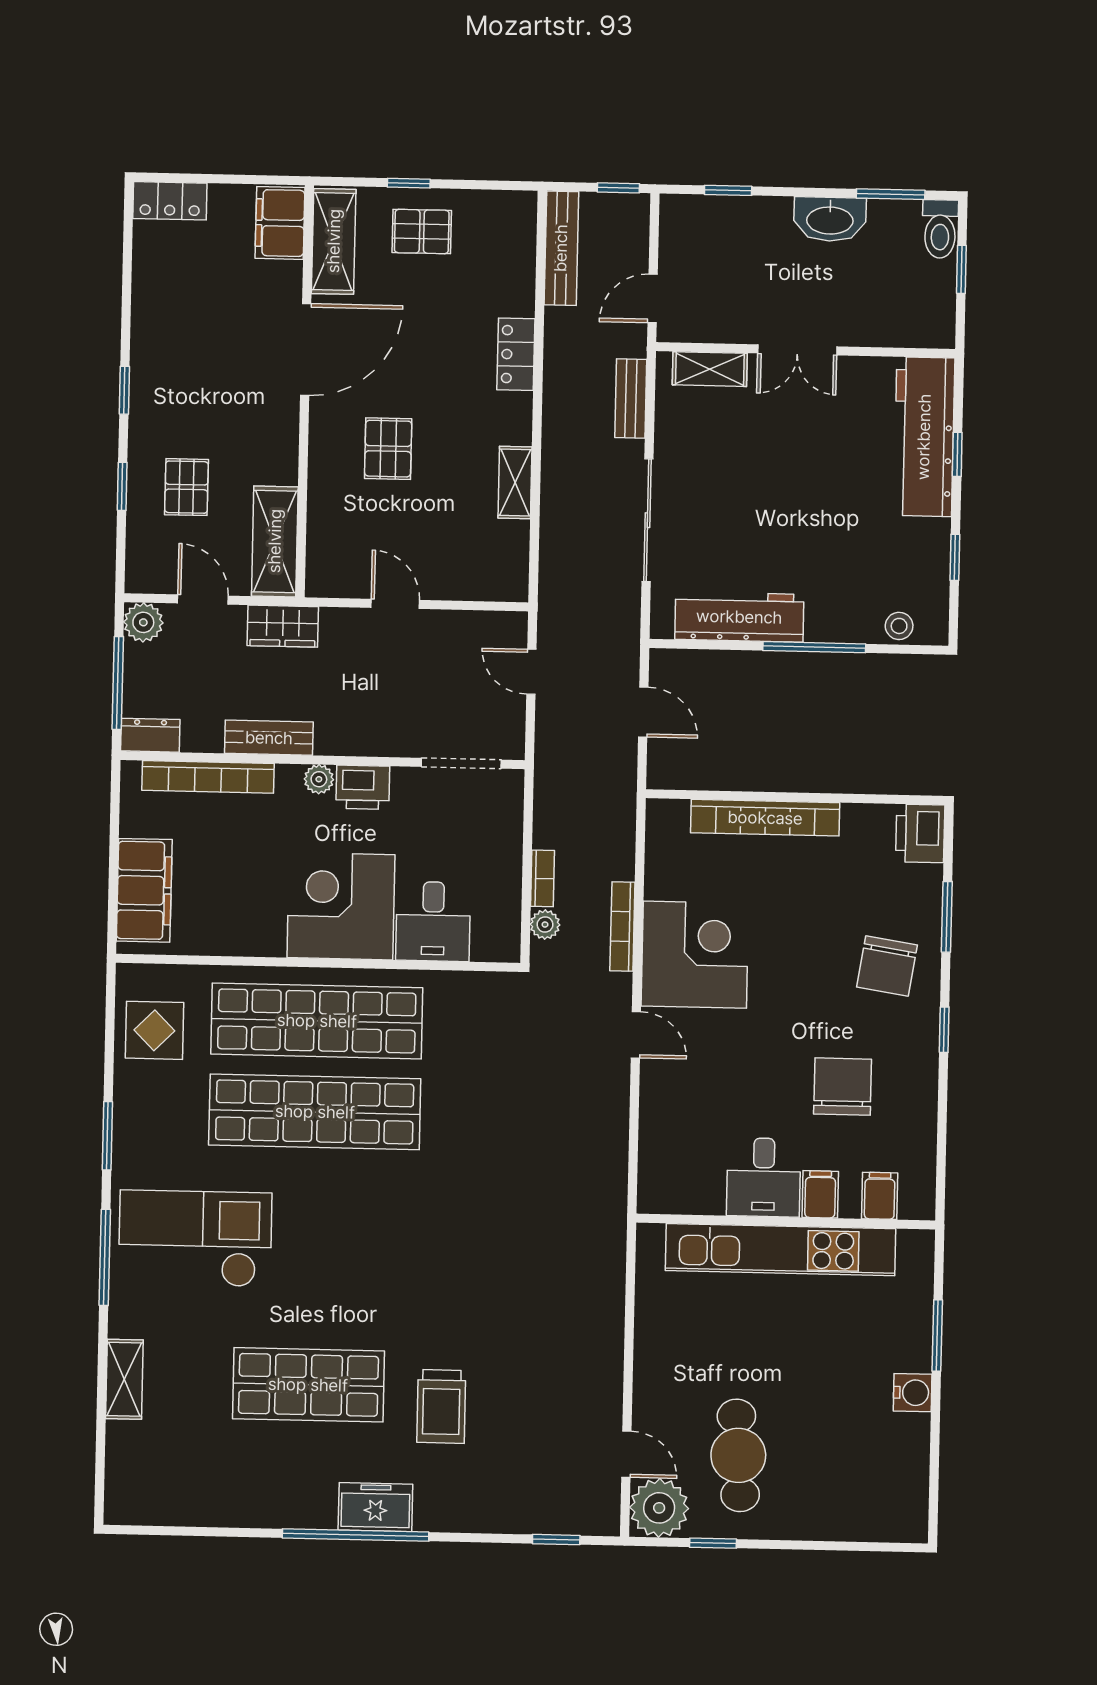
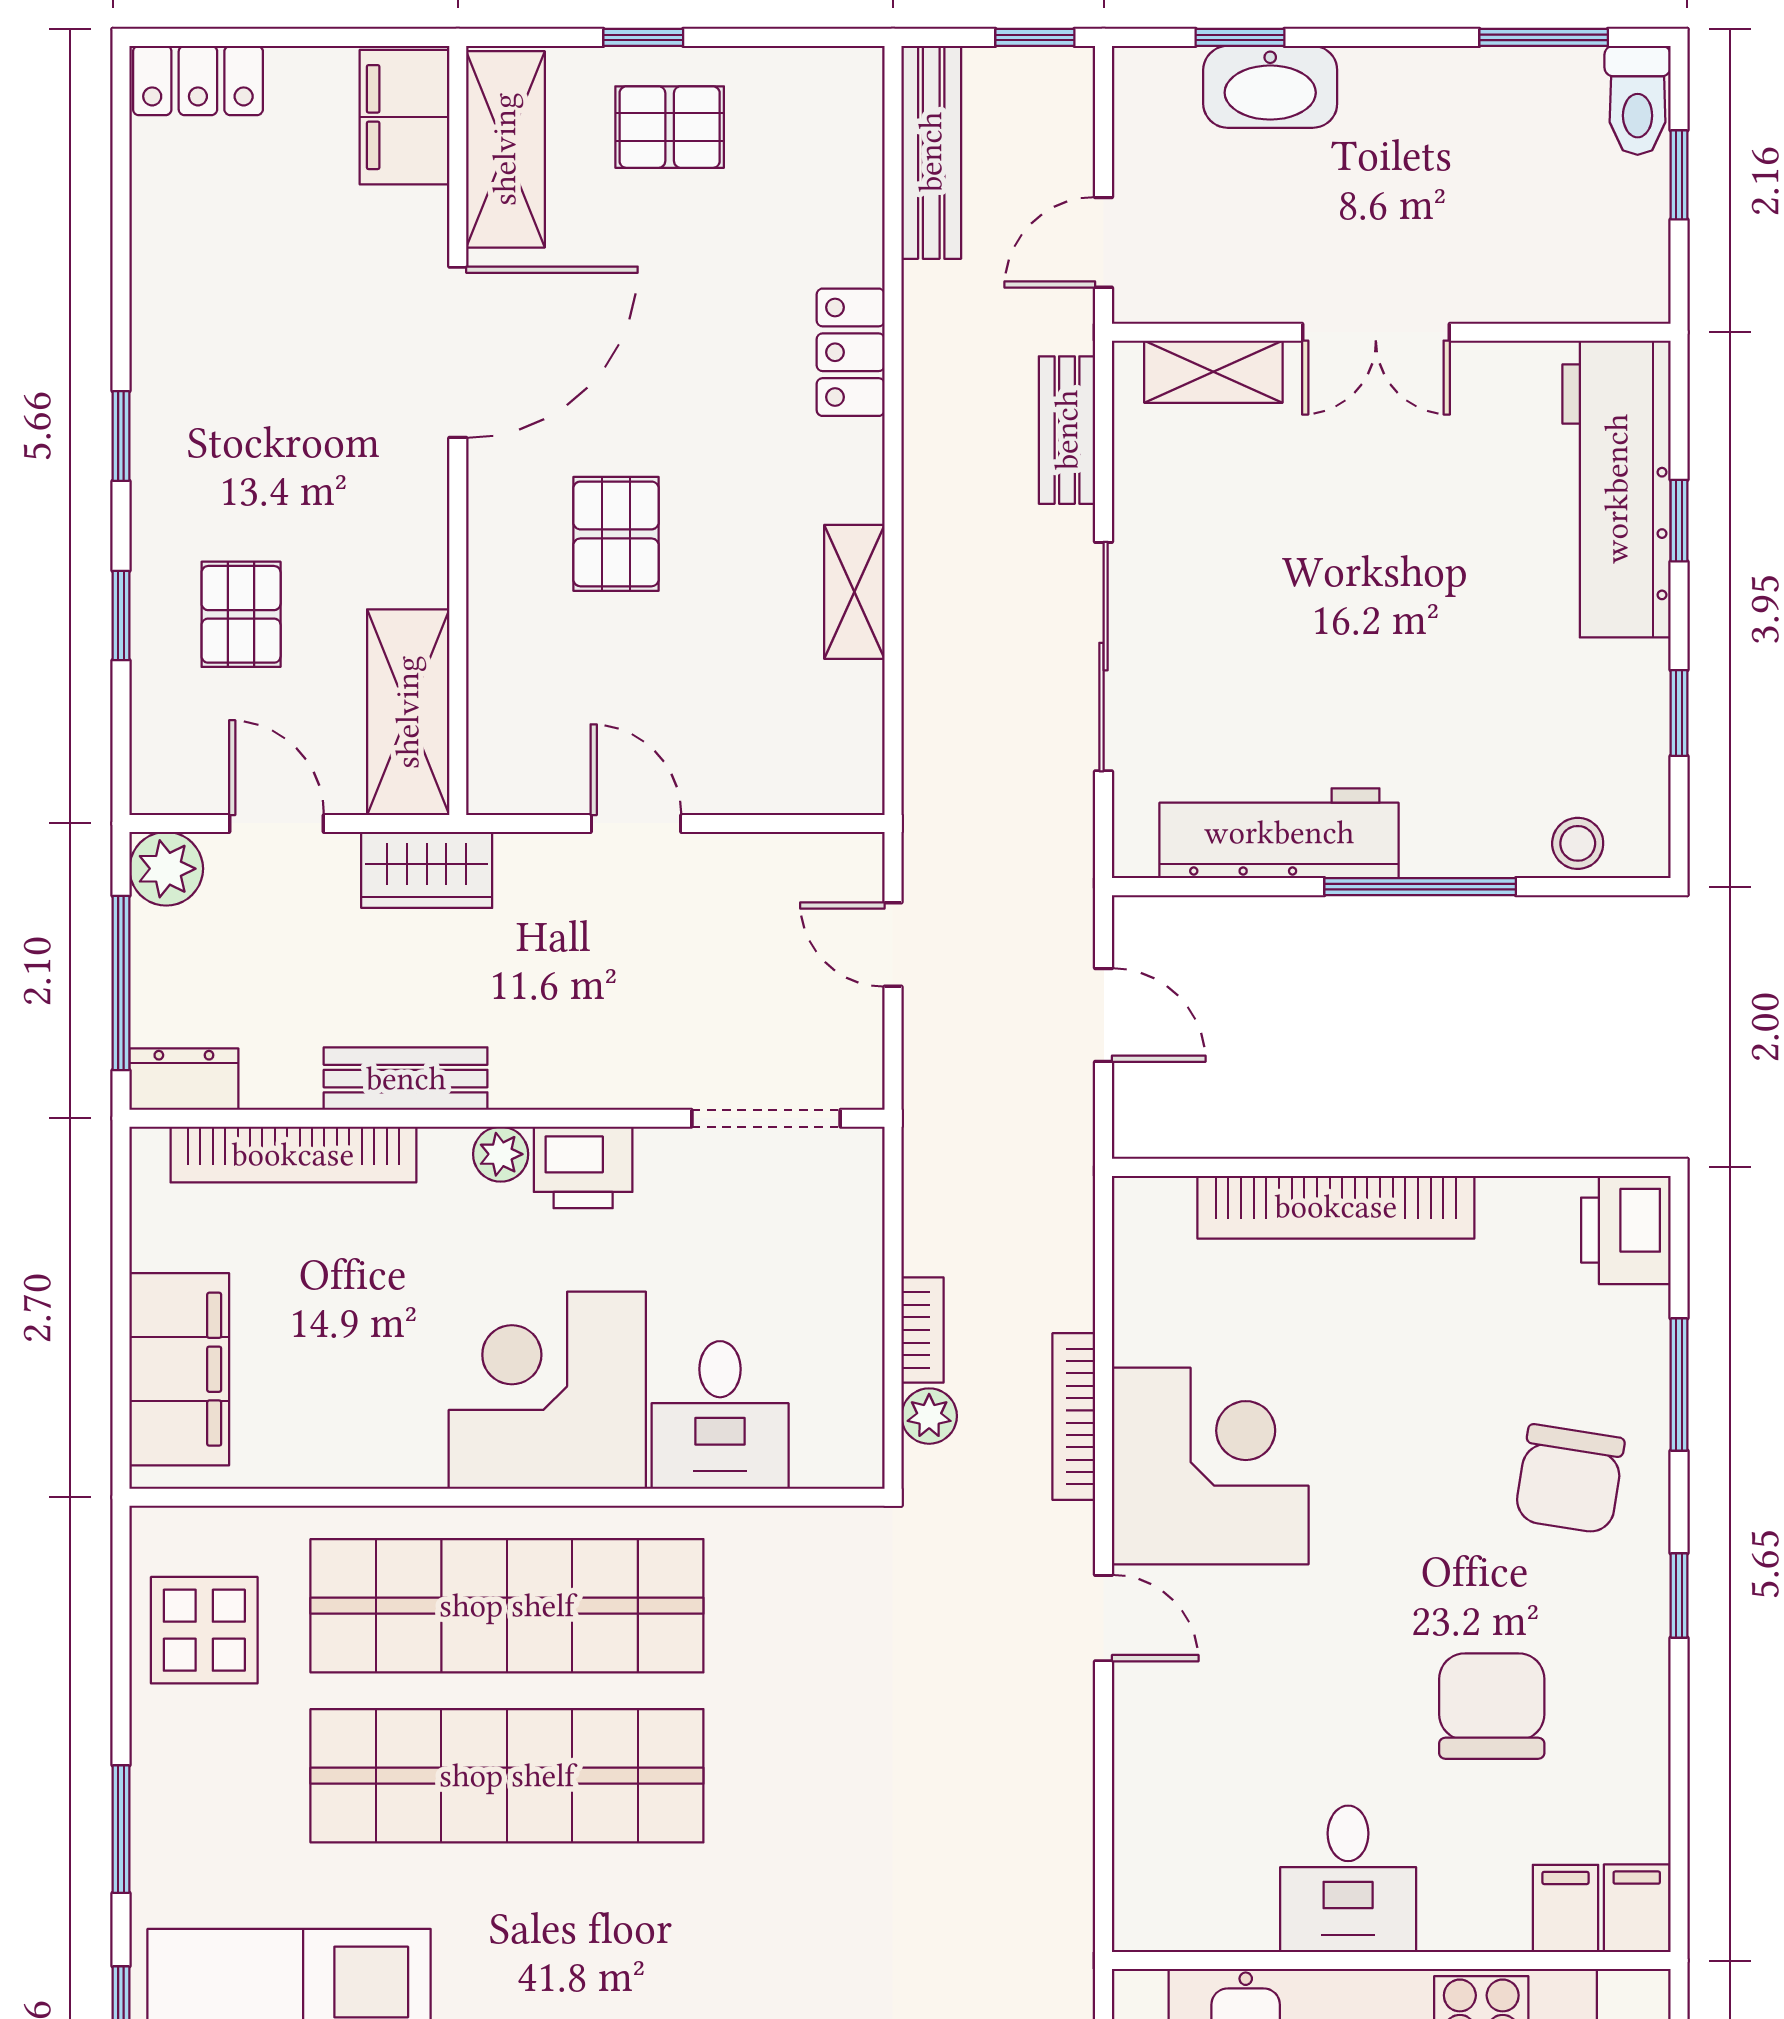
washbasin: (830, 219) -> (1270, 87), moved
filing cabinet: (820, 1194) -> (1637, 1908), moved

